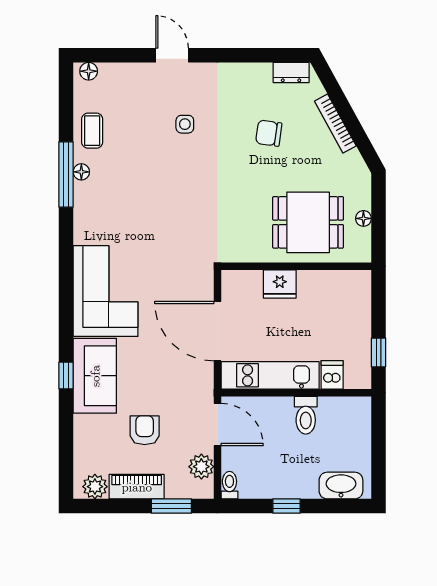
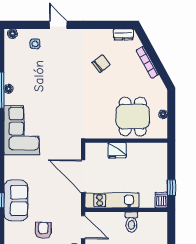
side table: (185, 124) -> (35, 44), moved
coffee table: (92, 131) -> (14, 66), removed
chair: (269, 133) -> (101, 64), moved, turned 133
dining table: (308, 222) -> (133, 116), turned 90
corner sofa: (106, 291) -> (22, 130), moved
dishwasher: (332, 375) -> (161, 200), moved

